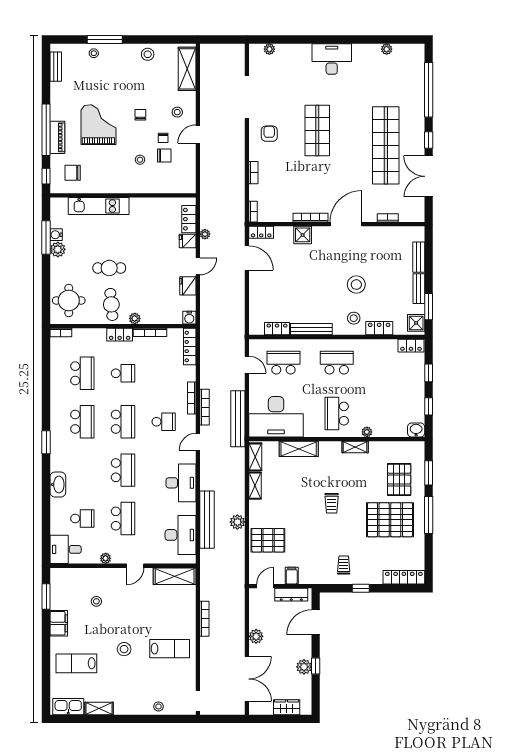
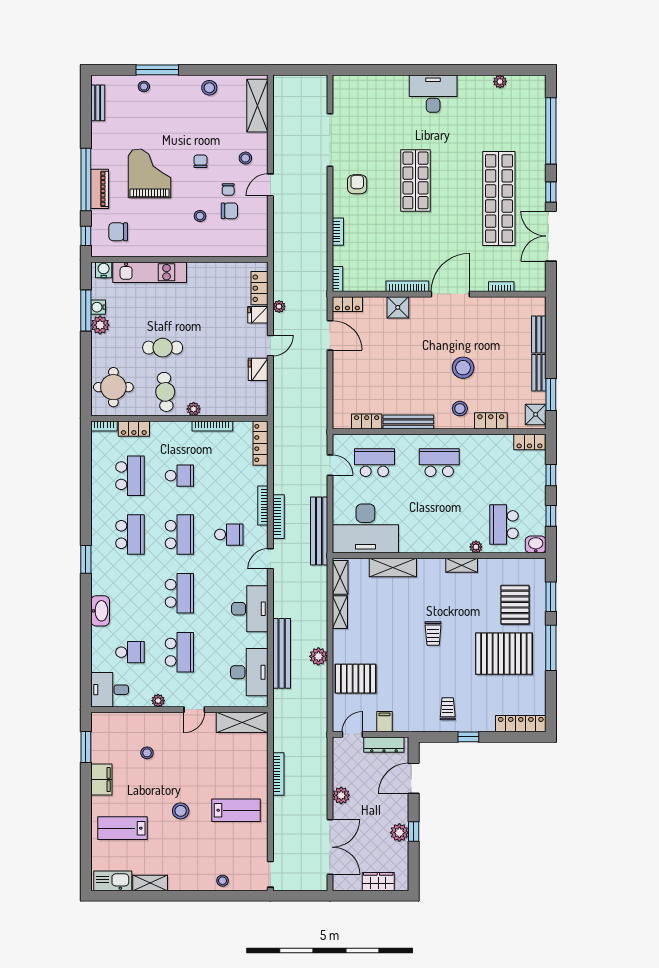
plant: (269, 49) -> (357, 82), removed
water cooler: (189, 318) -> (104, 270), moved, turned 180
locker: (120, 335) -> (134, 429), moved
school desk: (337, 414) -> (504, 525), moved

